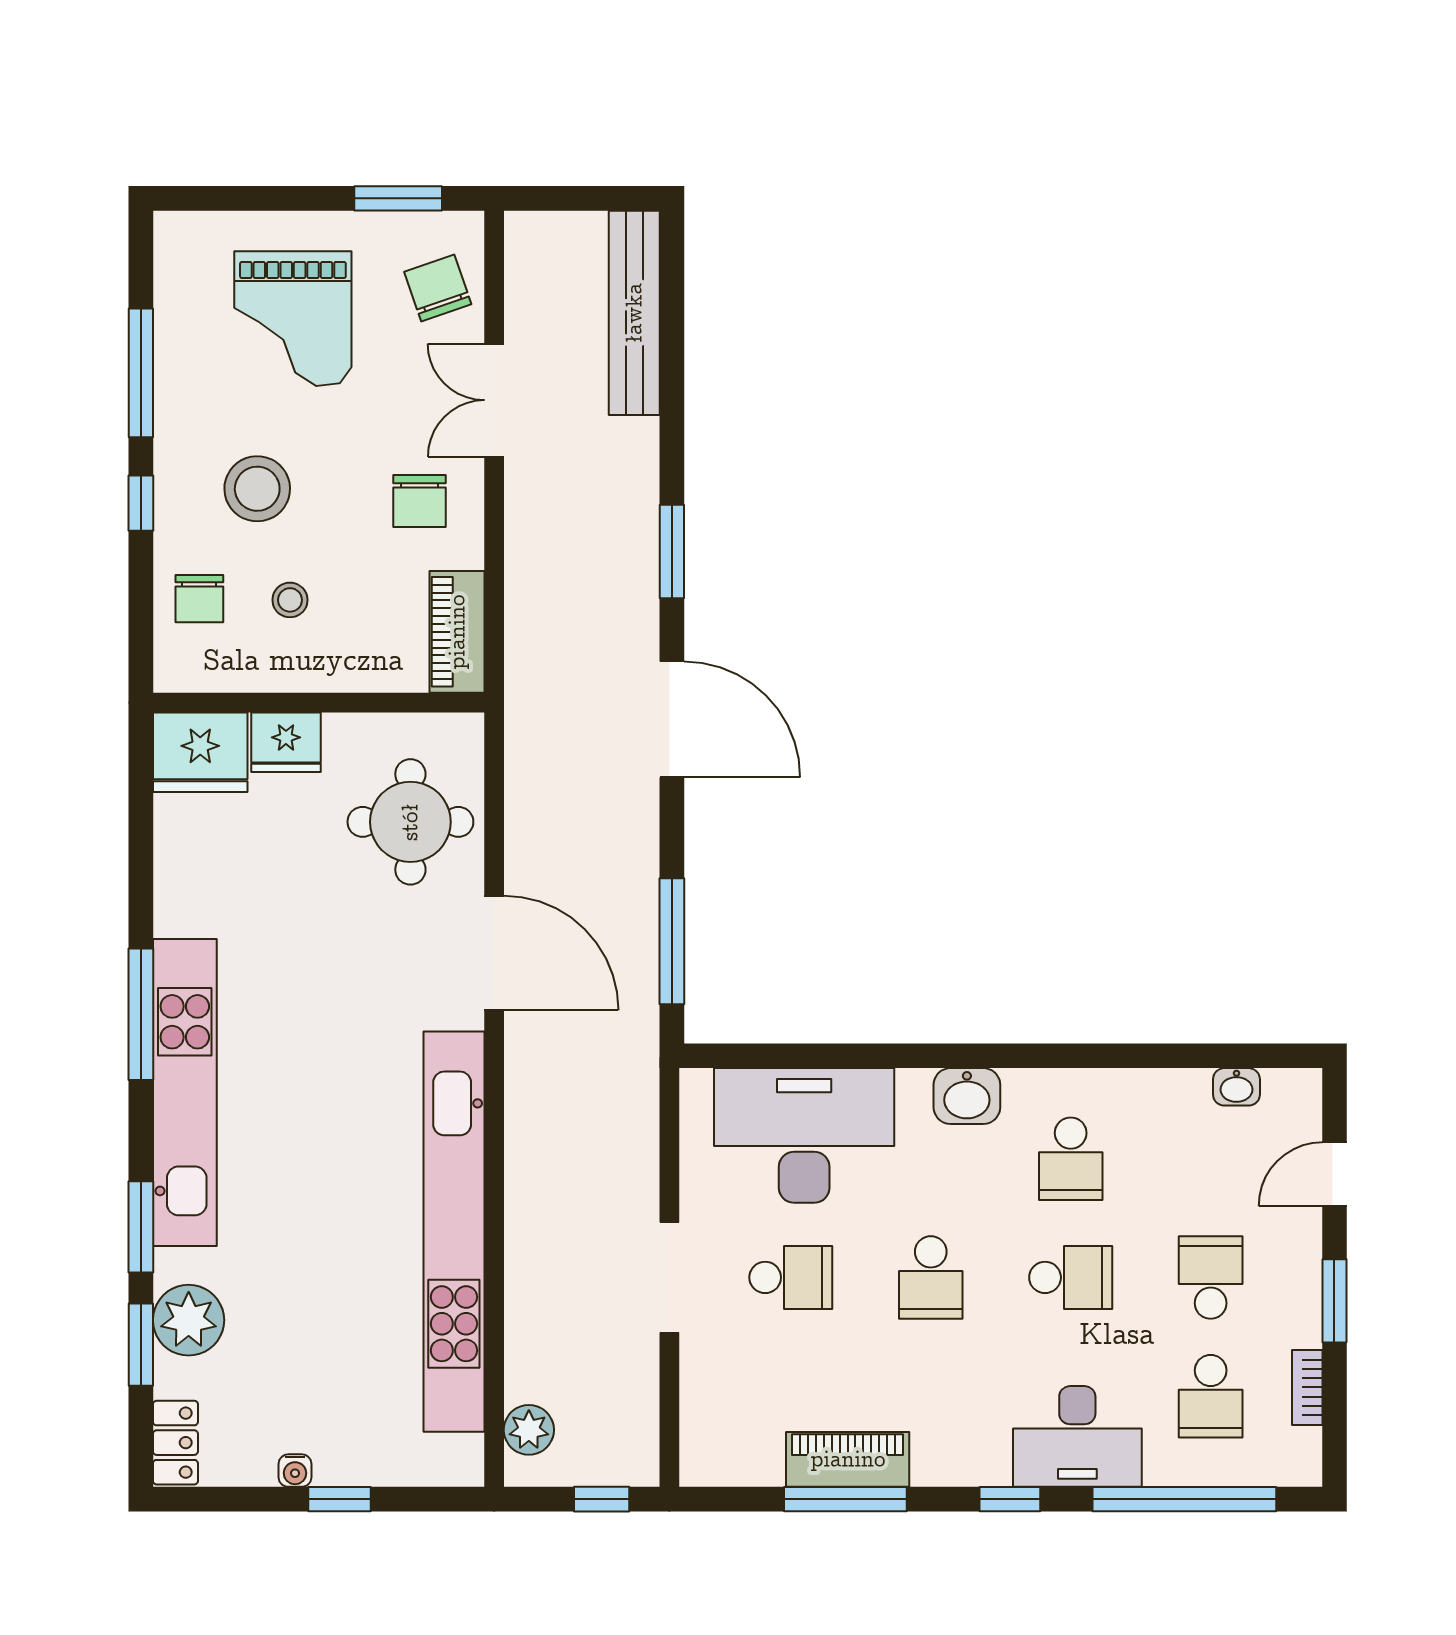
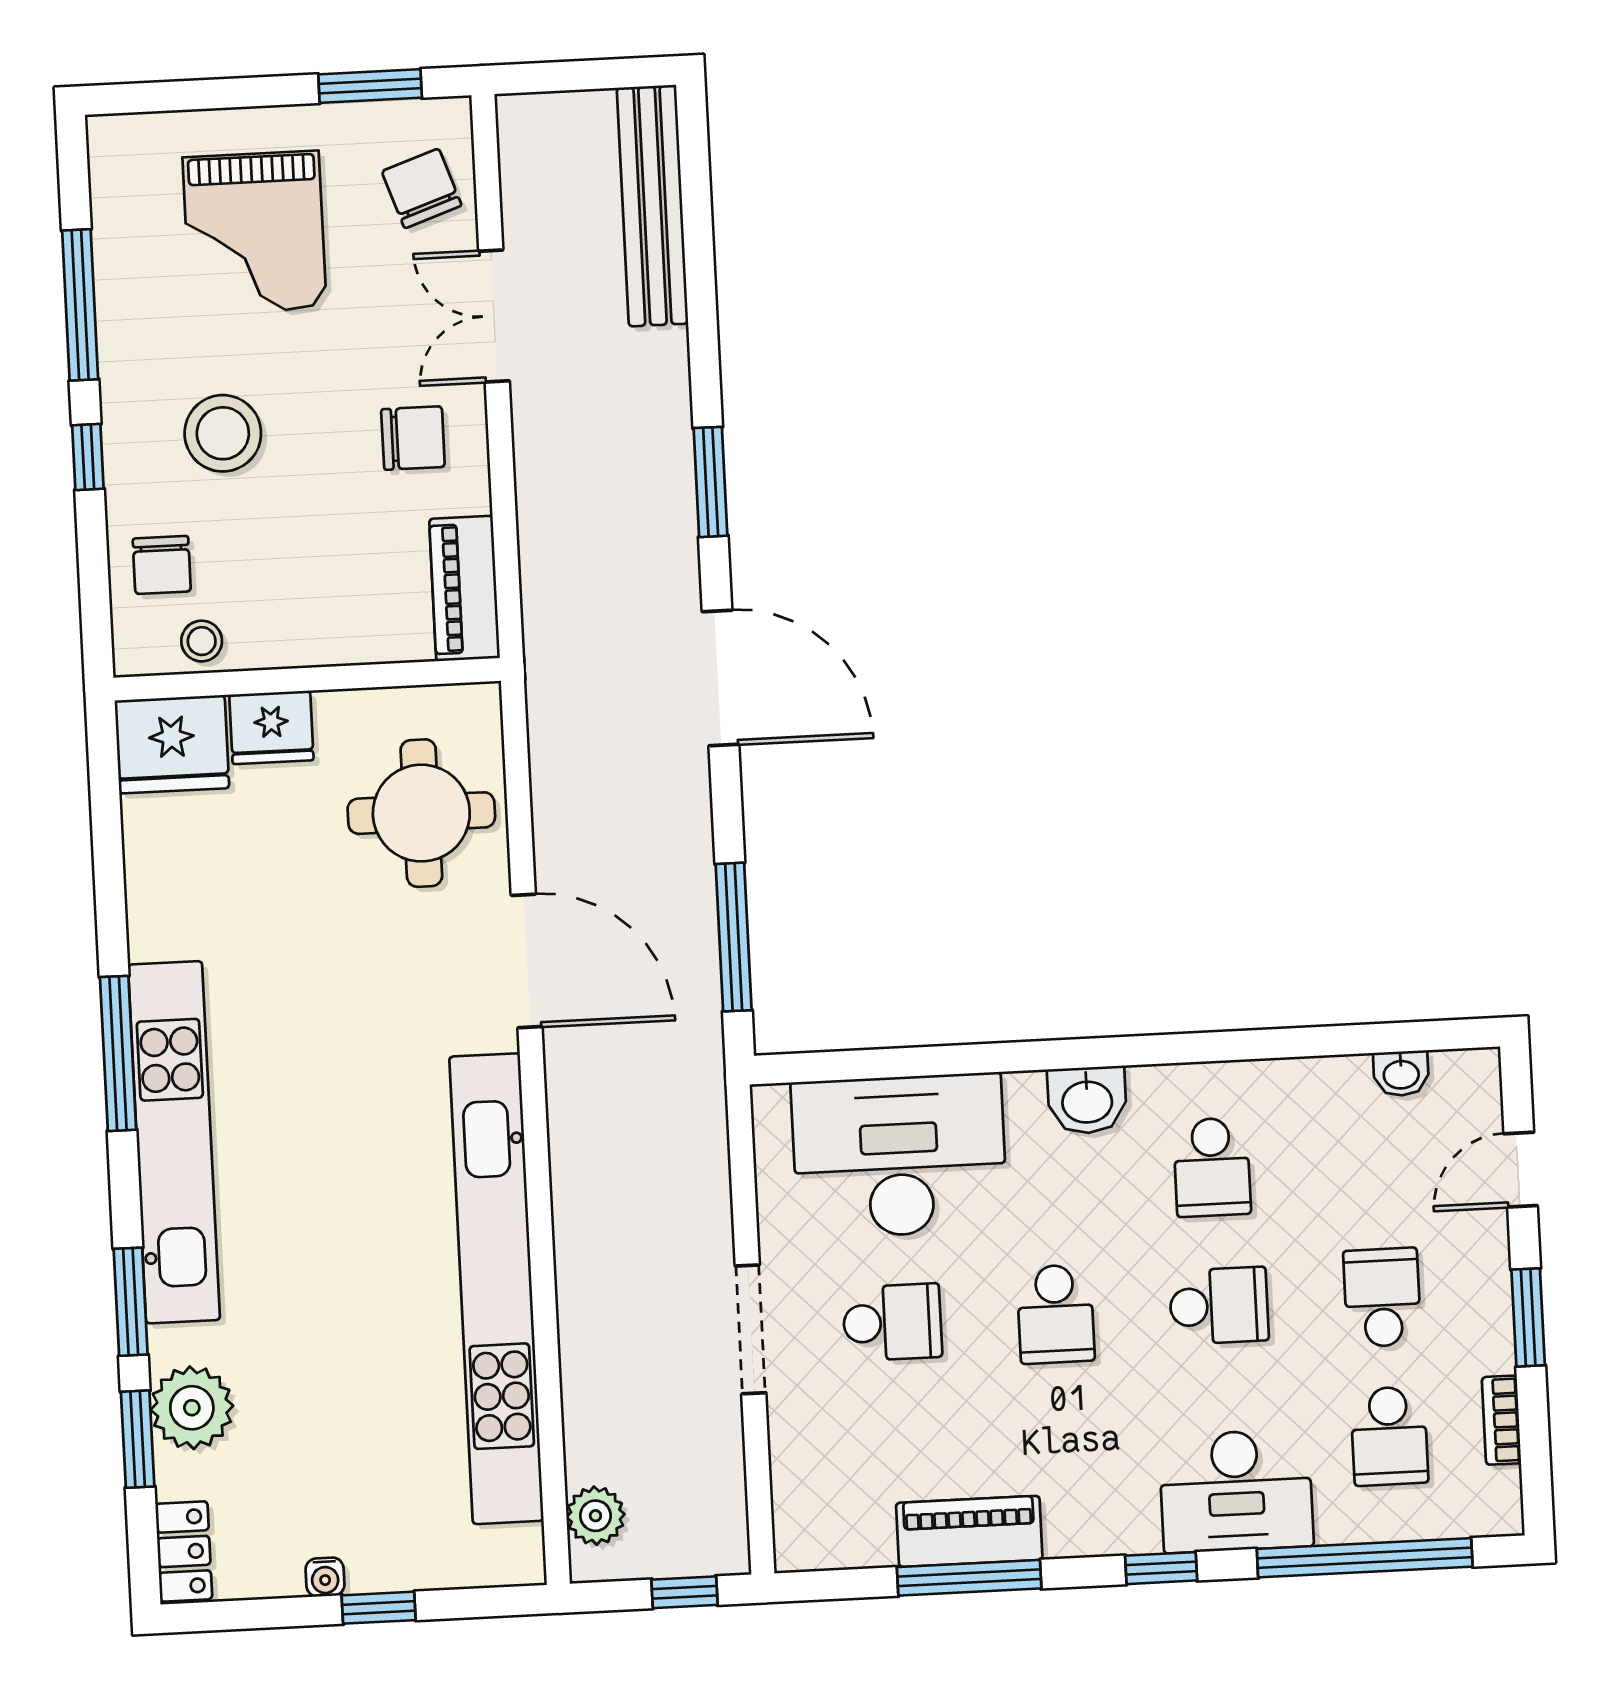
chair: (420, 501) -> (413, 438), turned -90
stool: (290, 600) -> (202, 641), moved

